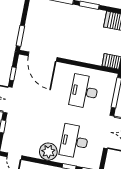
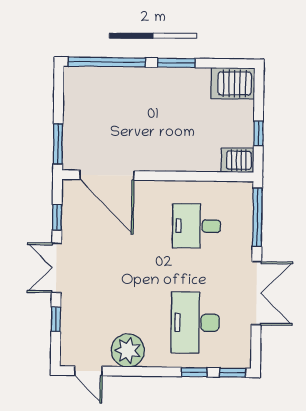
desk: (84, 91) -> (196, 226), width x0.73
plant: (48, 152) -> (128, 350), moved

